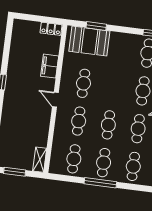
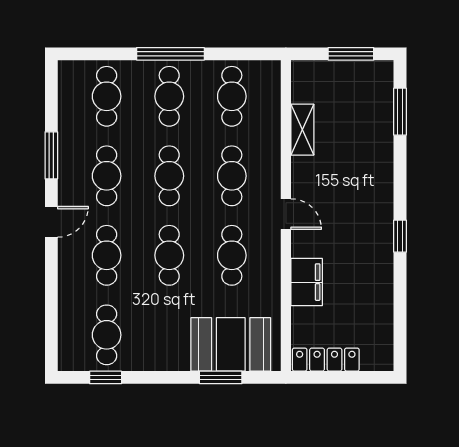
locker: (51, 29) -> (326, 360), width x1.53
cafe table: (113, 87) -> (169, 255), added
shelving: (40, 160) -> (302, 130), moved

